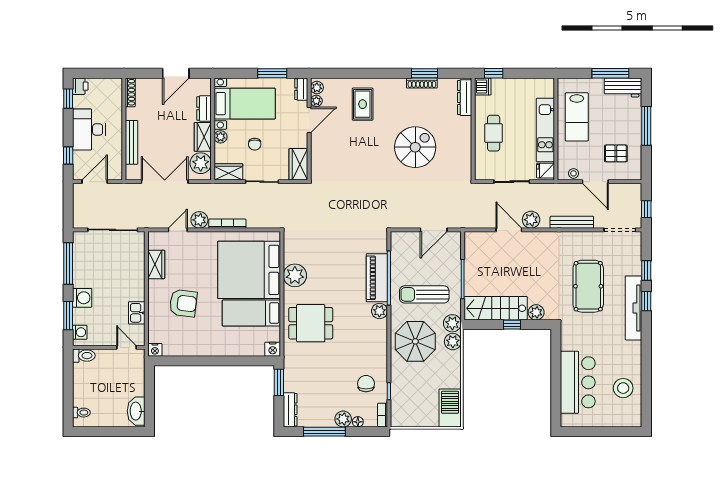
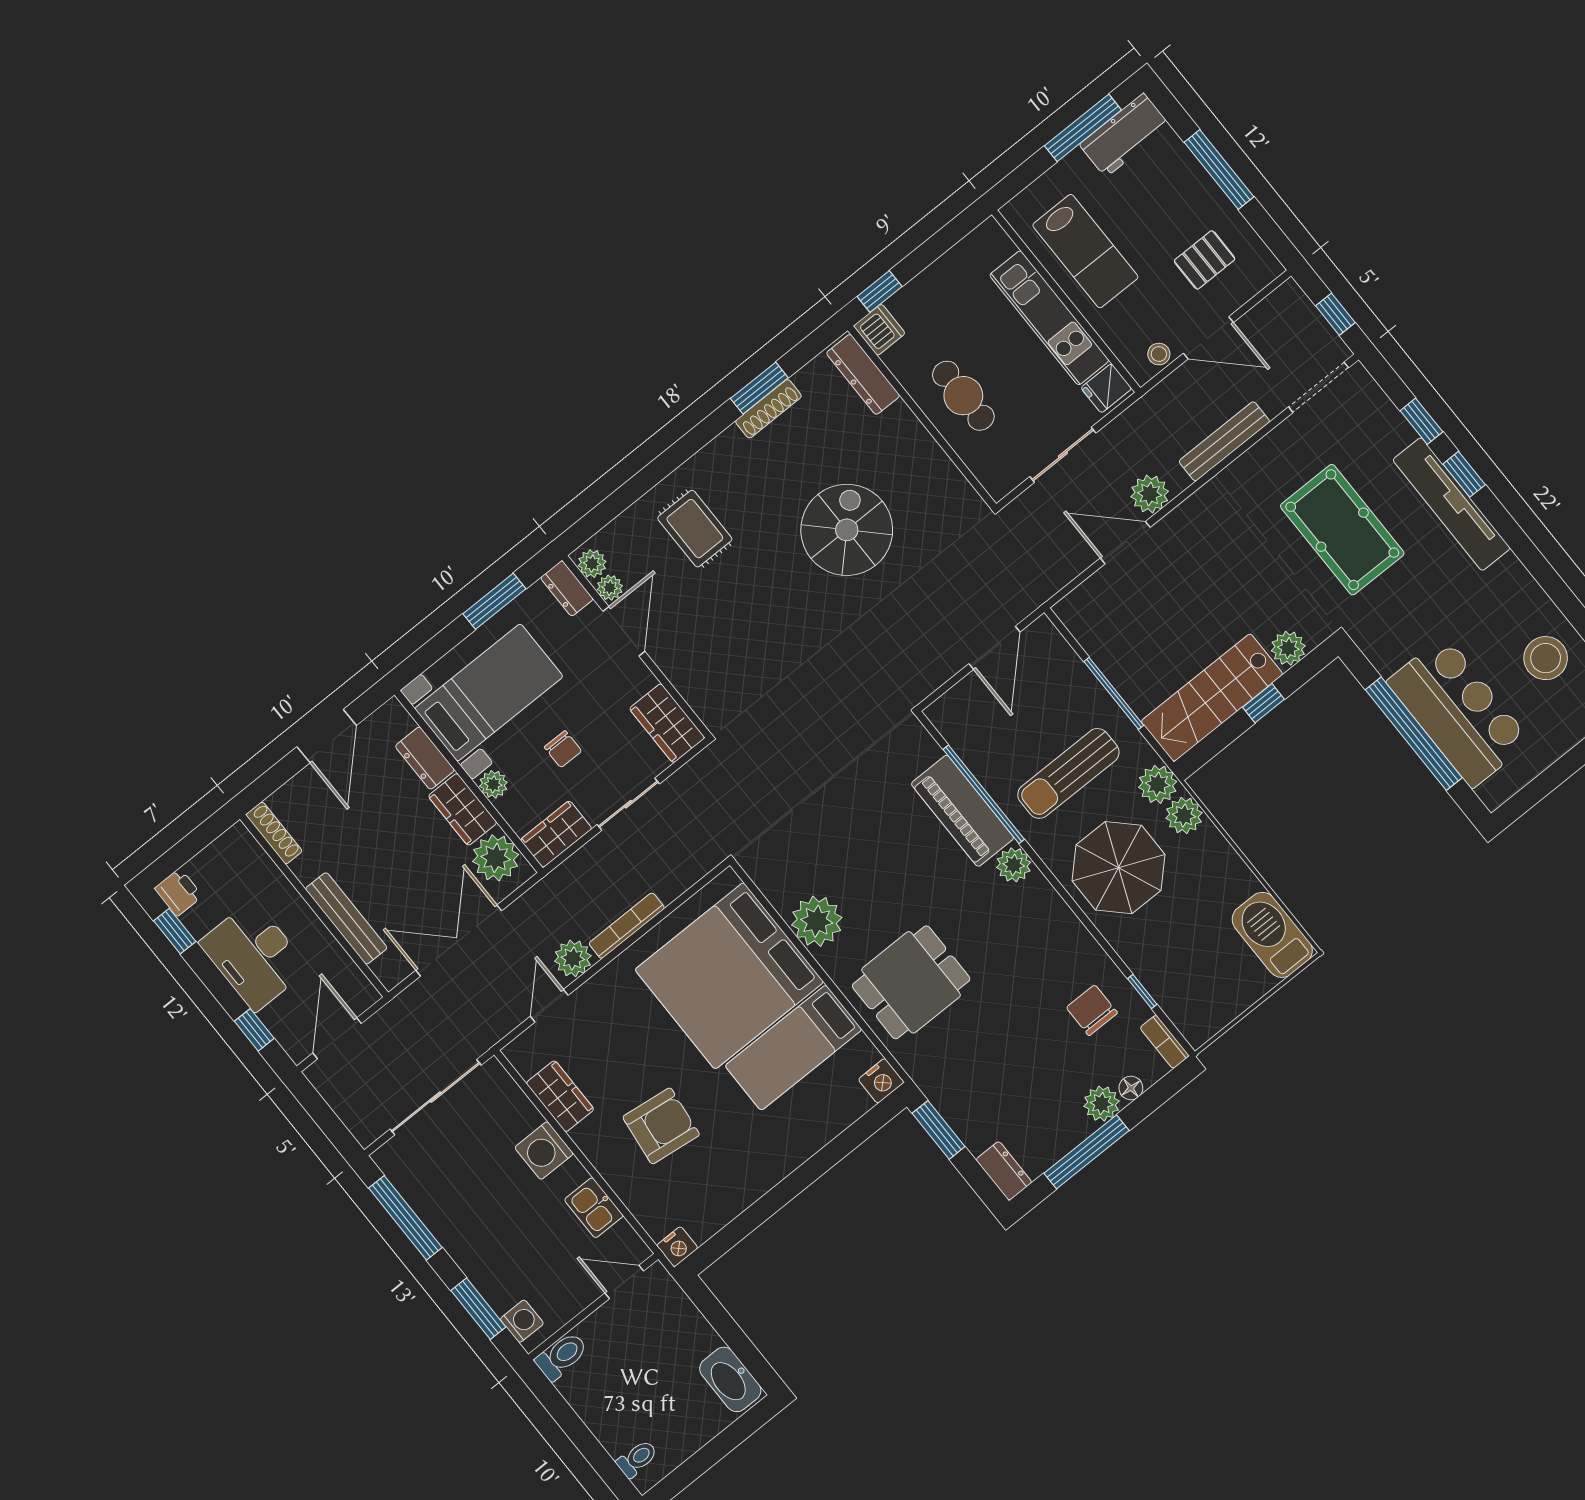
washing machine: (82, 298) -> (544, 1151), moved, turned 180
window: (556, 377) -> (1414, 734), added
dresser: (290, 410) -> (1004, 1171), width x0.70

